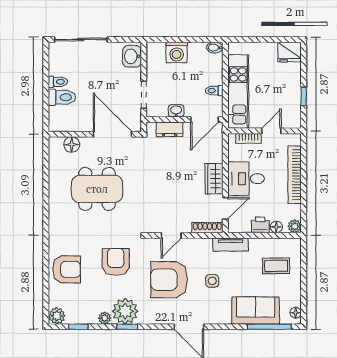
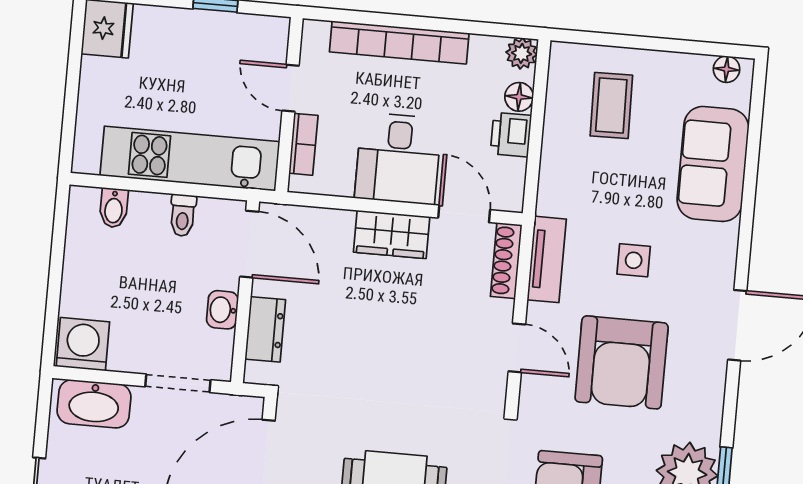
bidet: (215, 48) -> (114, 208), moved
washing machine: (177, 52) -> (83, 344), moved, turned -90
washbasin: (132, 56) -> (94, 404), width x1.38
tv unit: (230, 245) -> (547, 259), moved
window: (269, 327) -> (754, 134), removed

